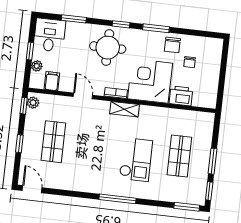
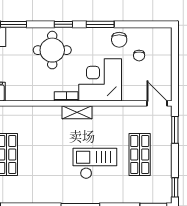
door: (83, 96) -> (157, 103), moved
printer: (181, 96) -> (134, 92), removed
checkout: (136, 160) -> (95, 163), turned -90
window: (213, 161) -> (175, 130), moved

